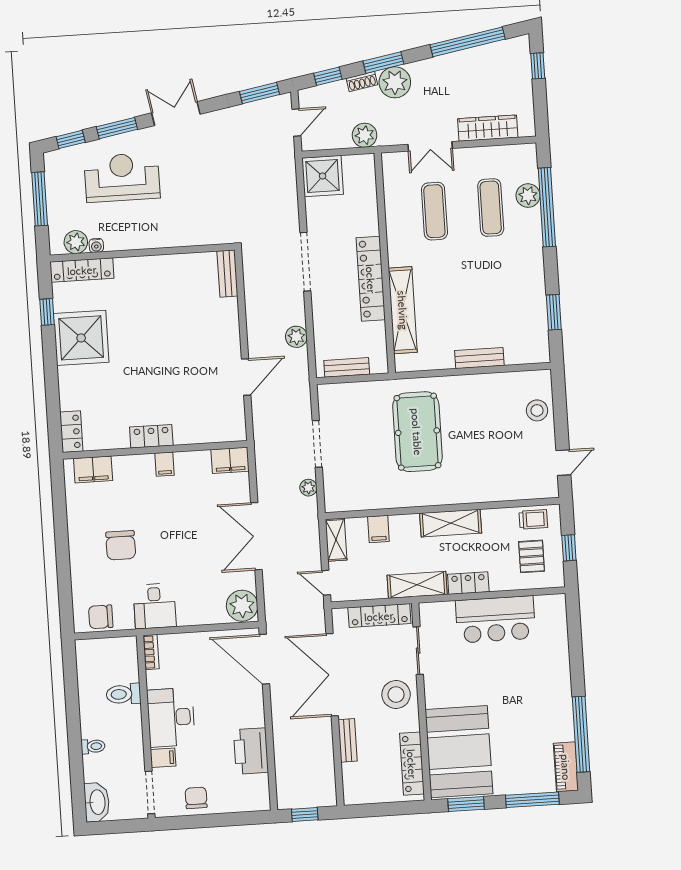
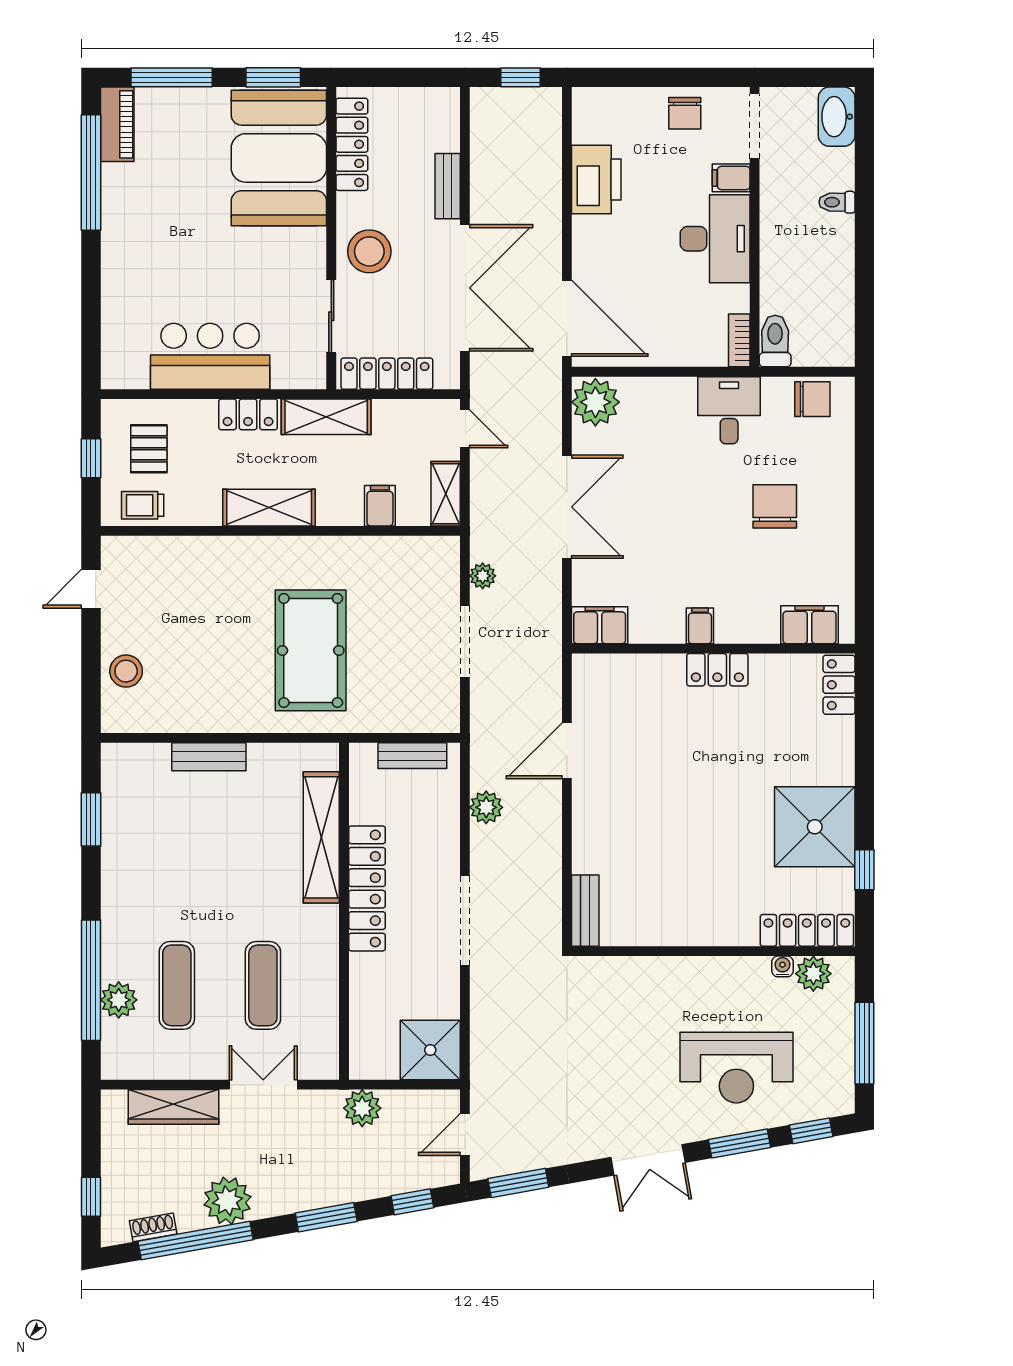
shoe rack: (362, 82) -> (153, 1227), moved
plant: (395, 82) -> (227, 1201), moved
toilet: (123, 694) -> (775, 341), moved, turned -90

